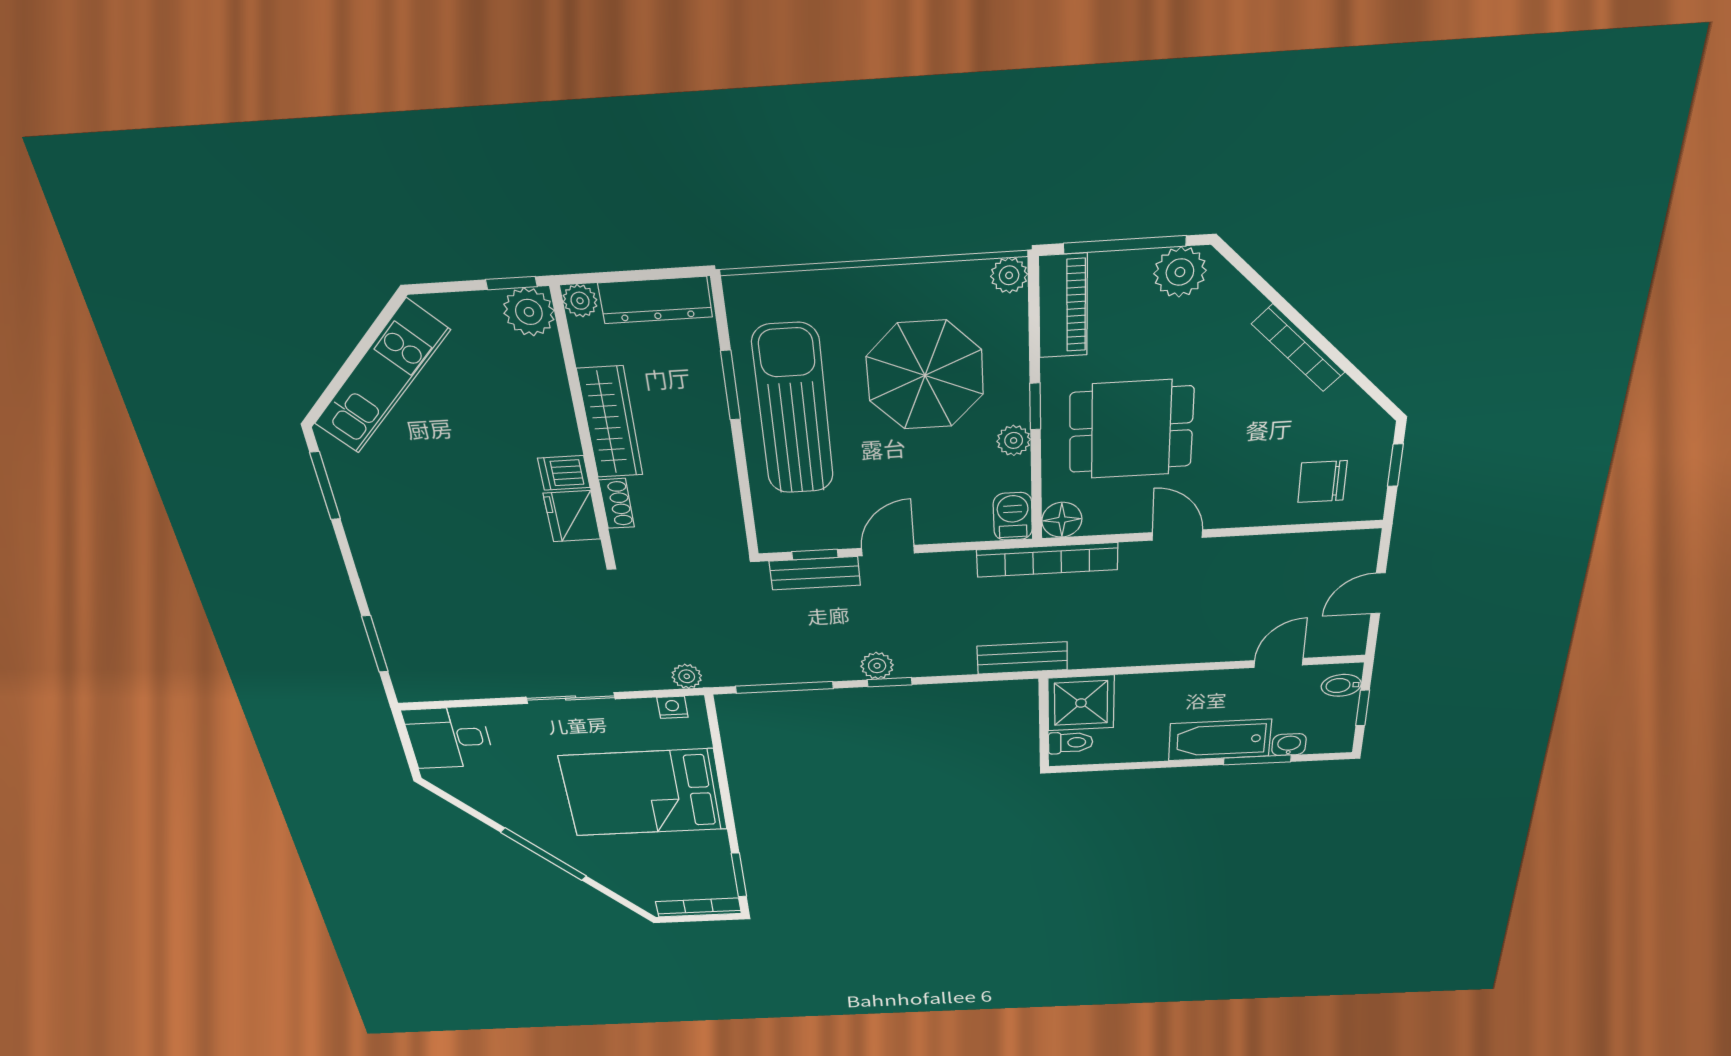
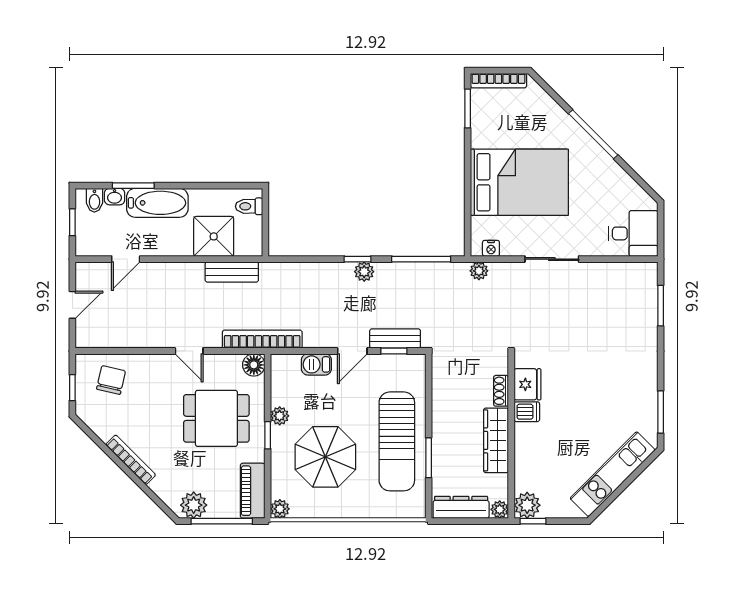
chair: (1322, 482) -> (111, 380), turned -77
barbecue: (1013, 516) -> (316, 364), moved, turned 90
bench: (1022, 658) -> (232, 272), moved
bidet: (1341, 685) -> (94, 200), moved, turned 90
shower: (1081, 703) -> (214, 236), moved

